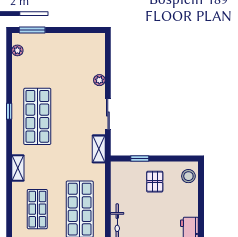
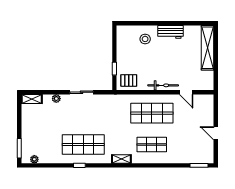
shelving: (99, 149) -> (32, 99), moved
stool: (188, 176) -> (145, 39), moved
pallet: (155, 182) -> (129, 80), moved

